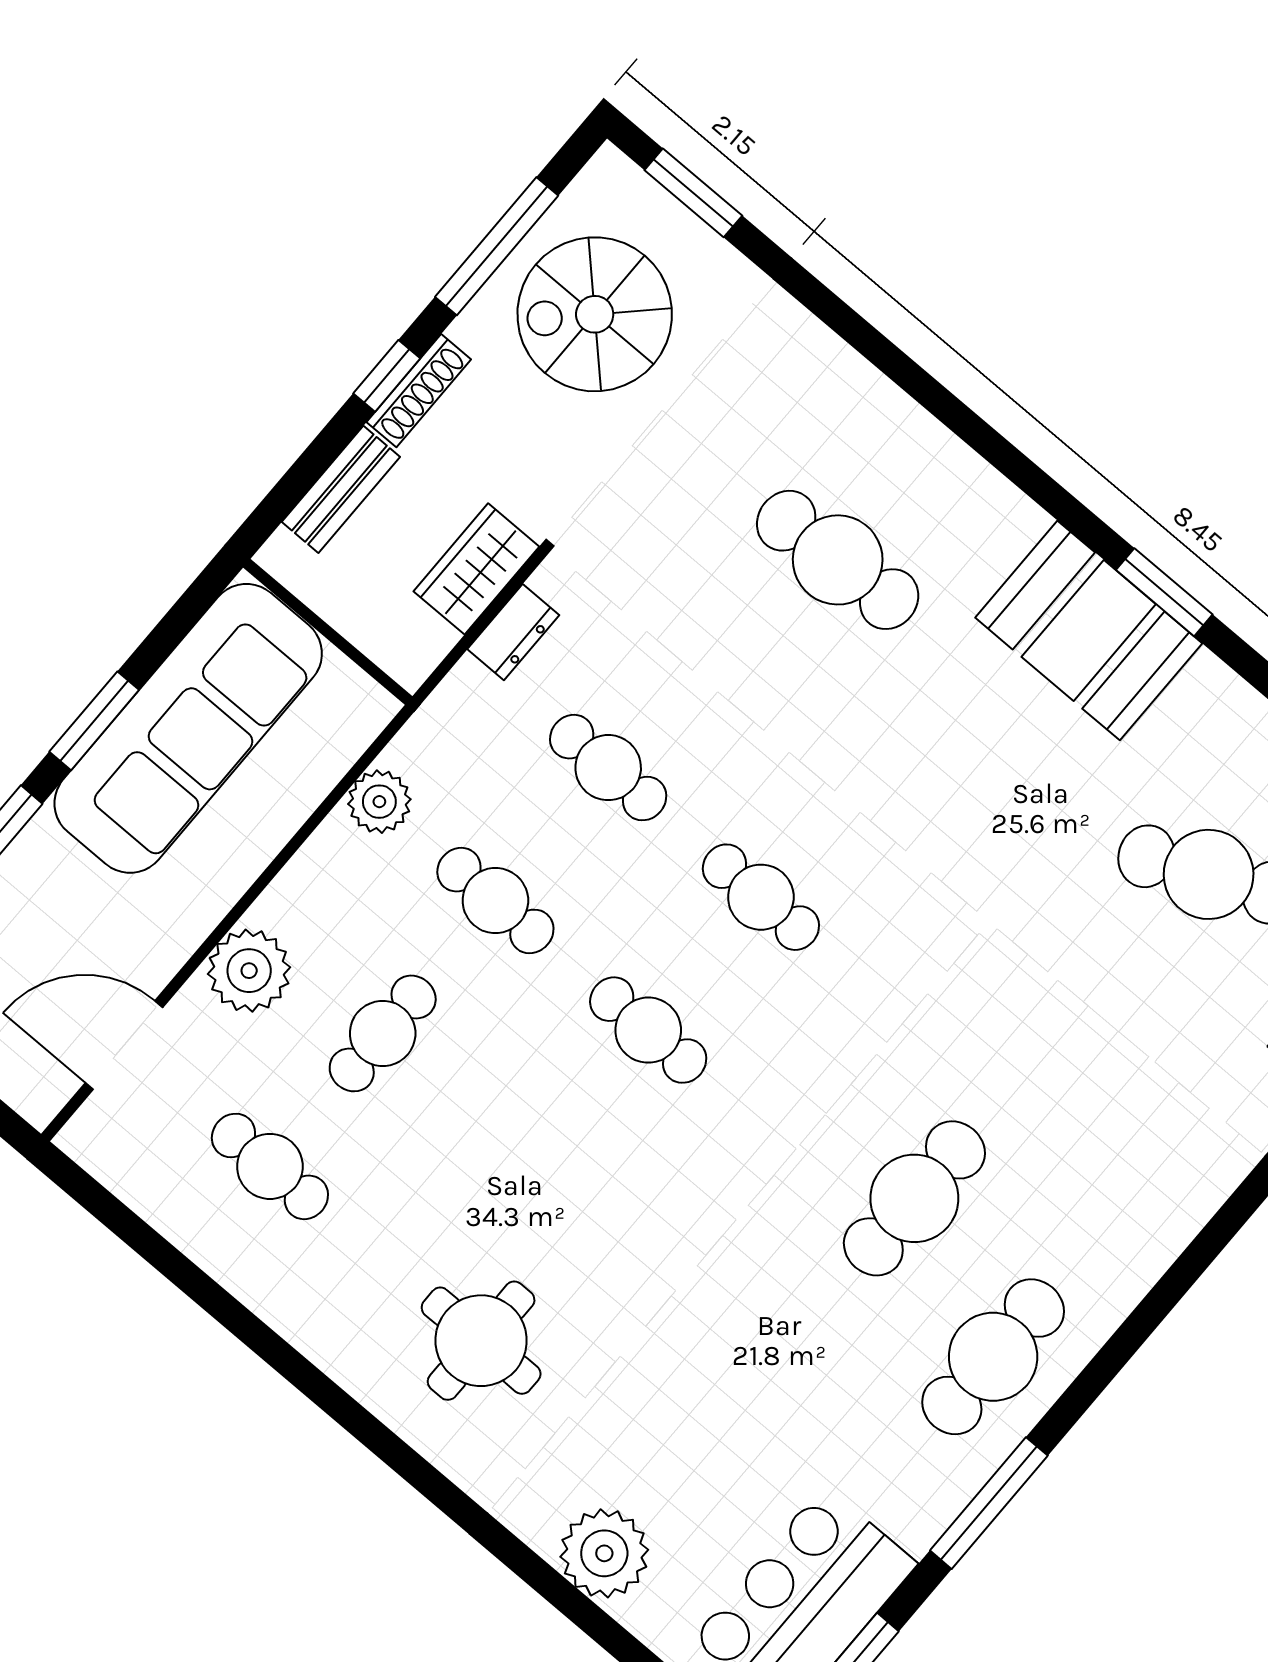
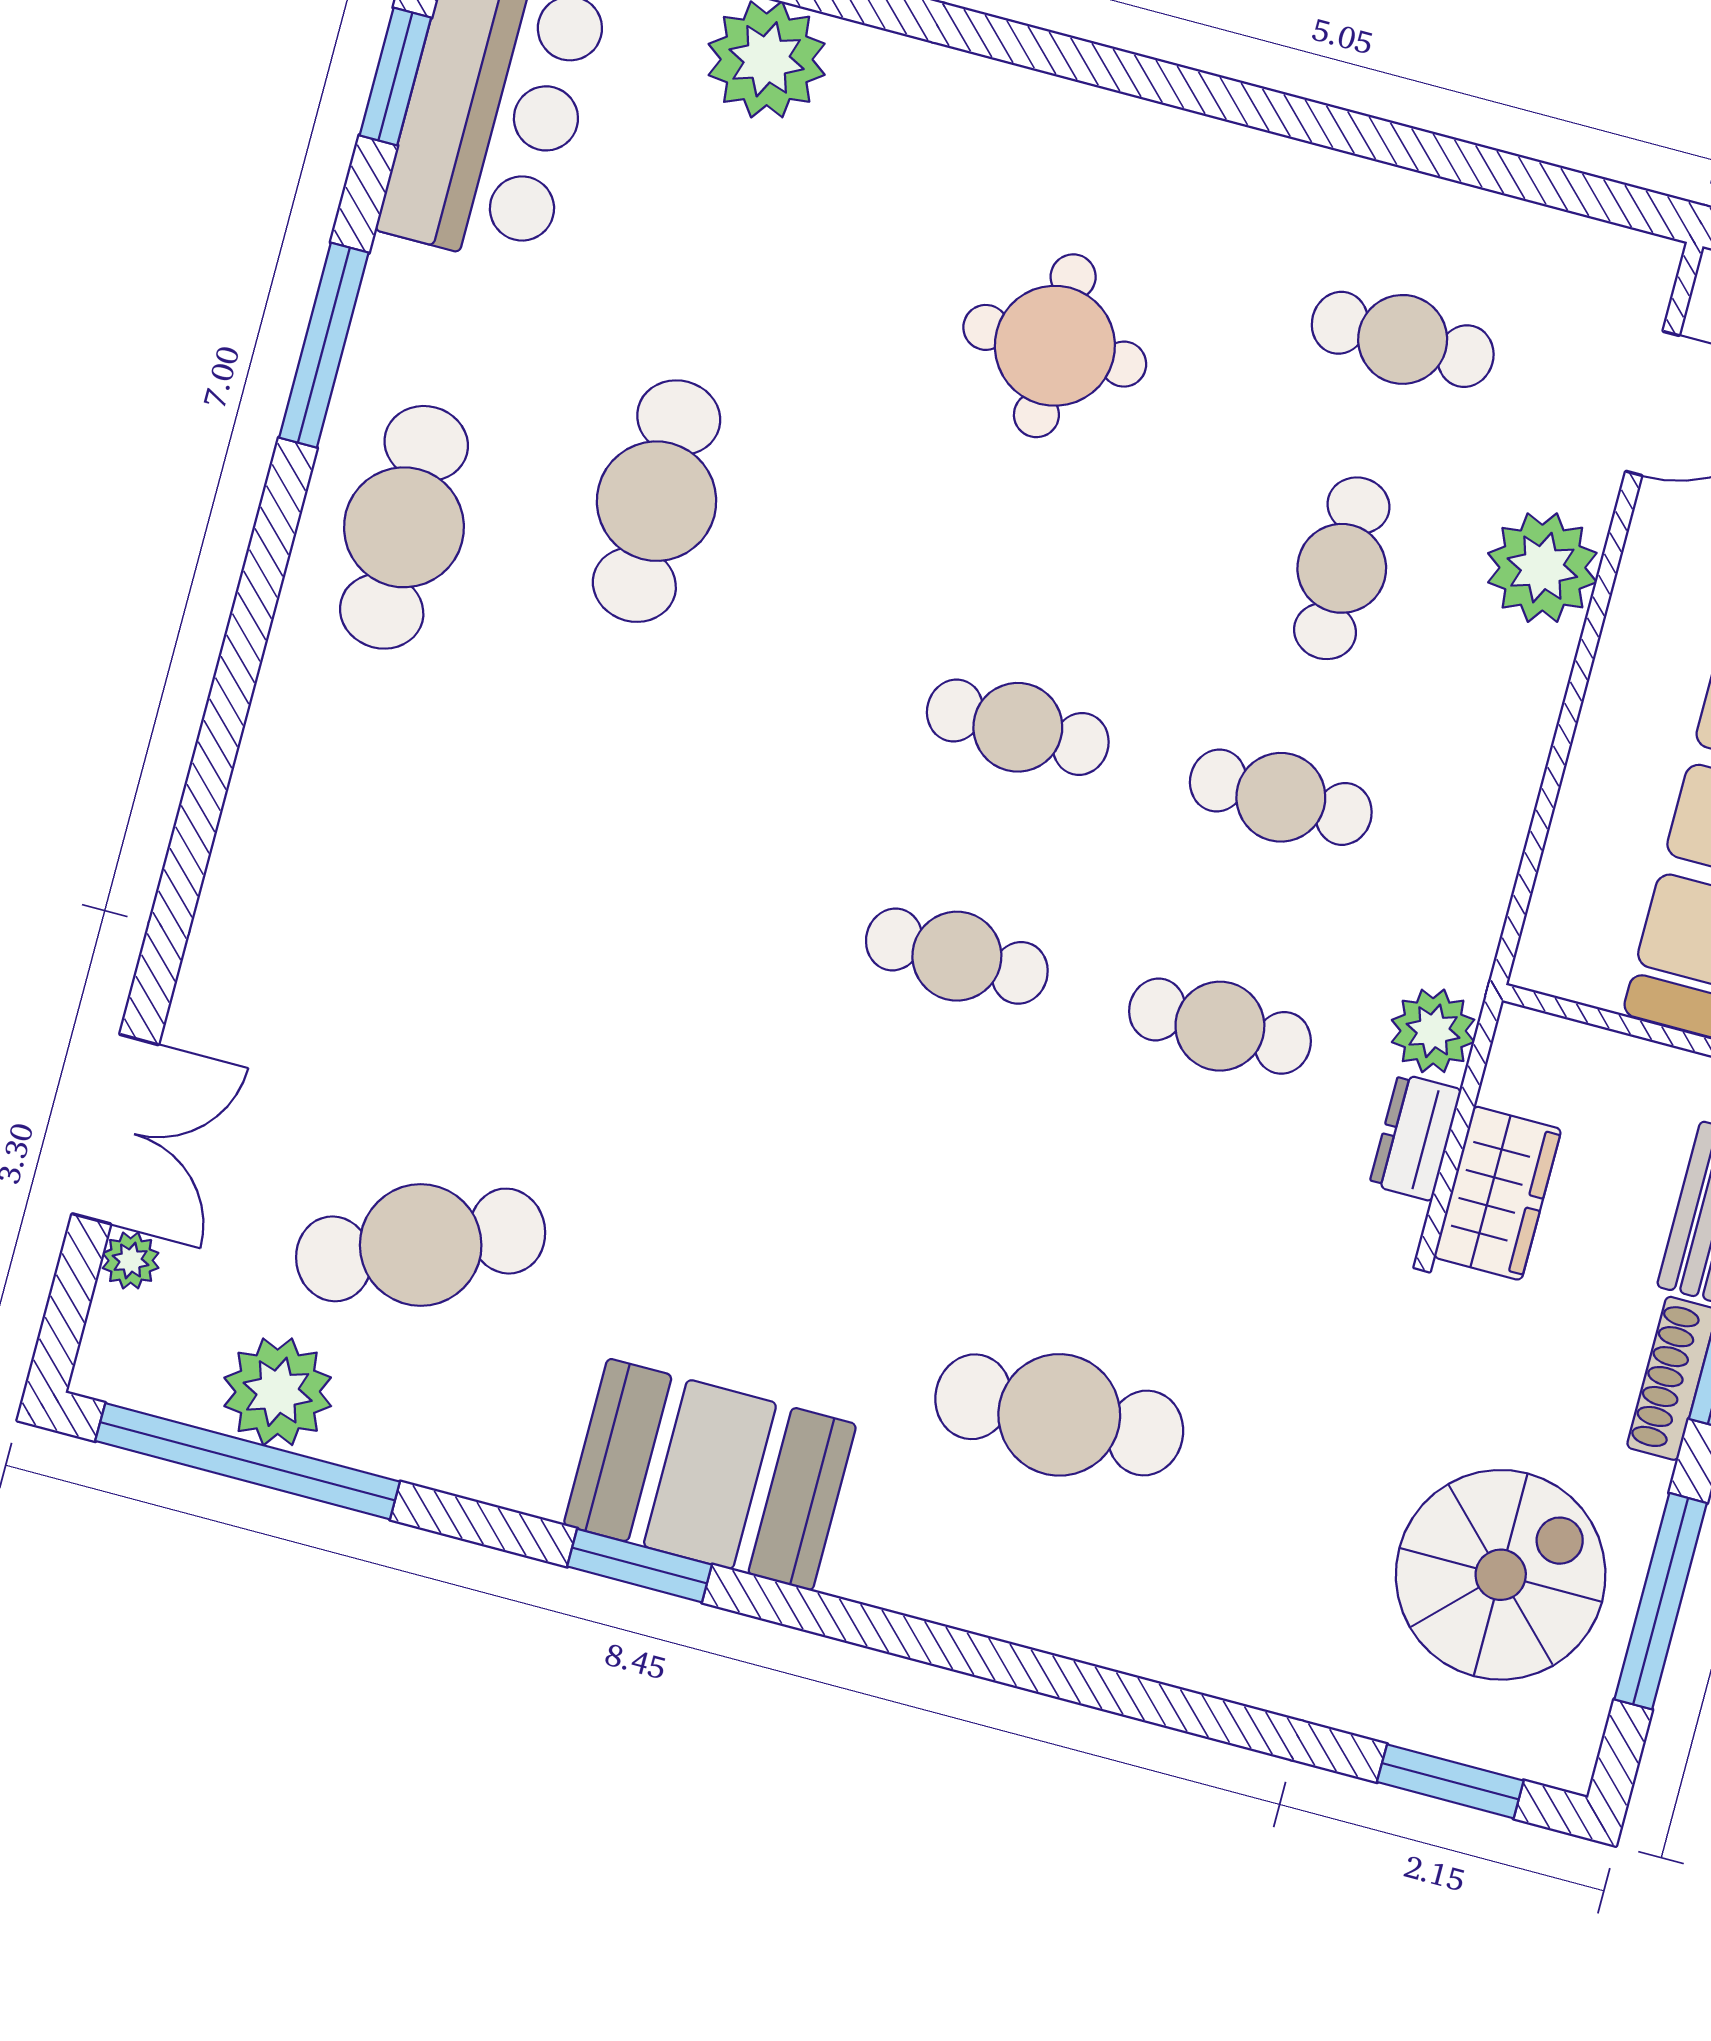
plant: (379, 802) -> (1433, 1031), moved
cafe table: (914, 1198) -> (657, 501), moved
round table: (481, 1341) -> (1055, 346), moved

